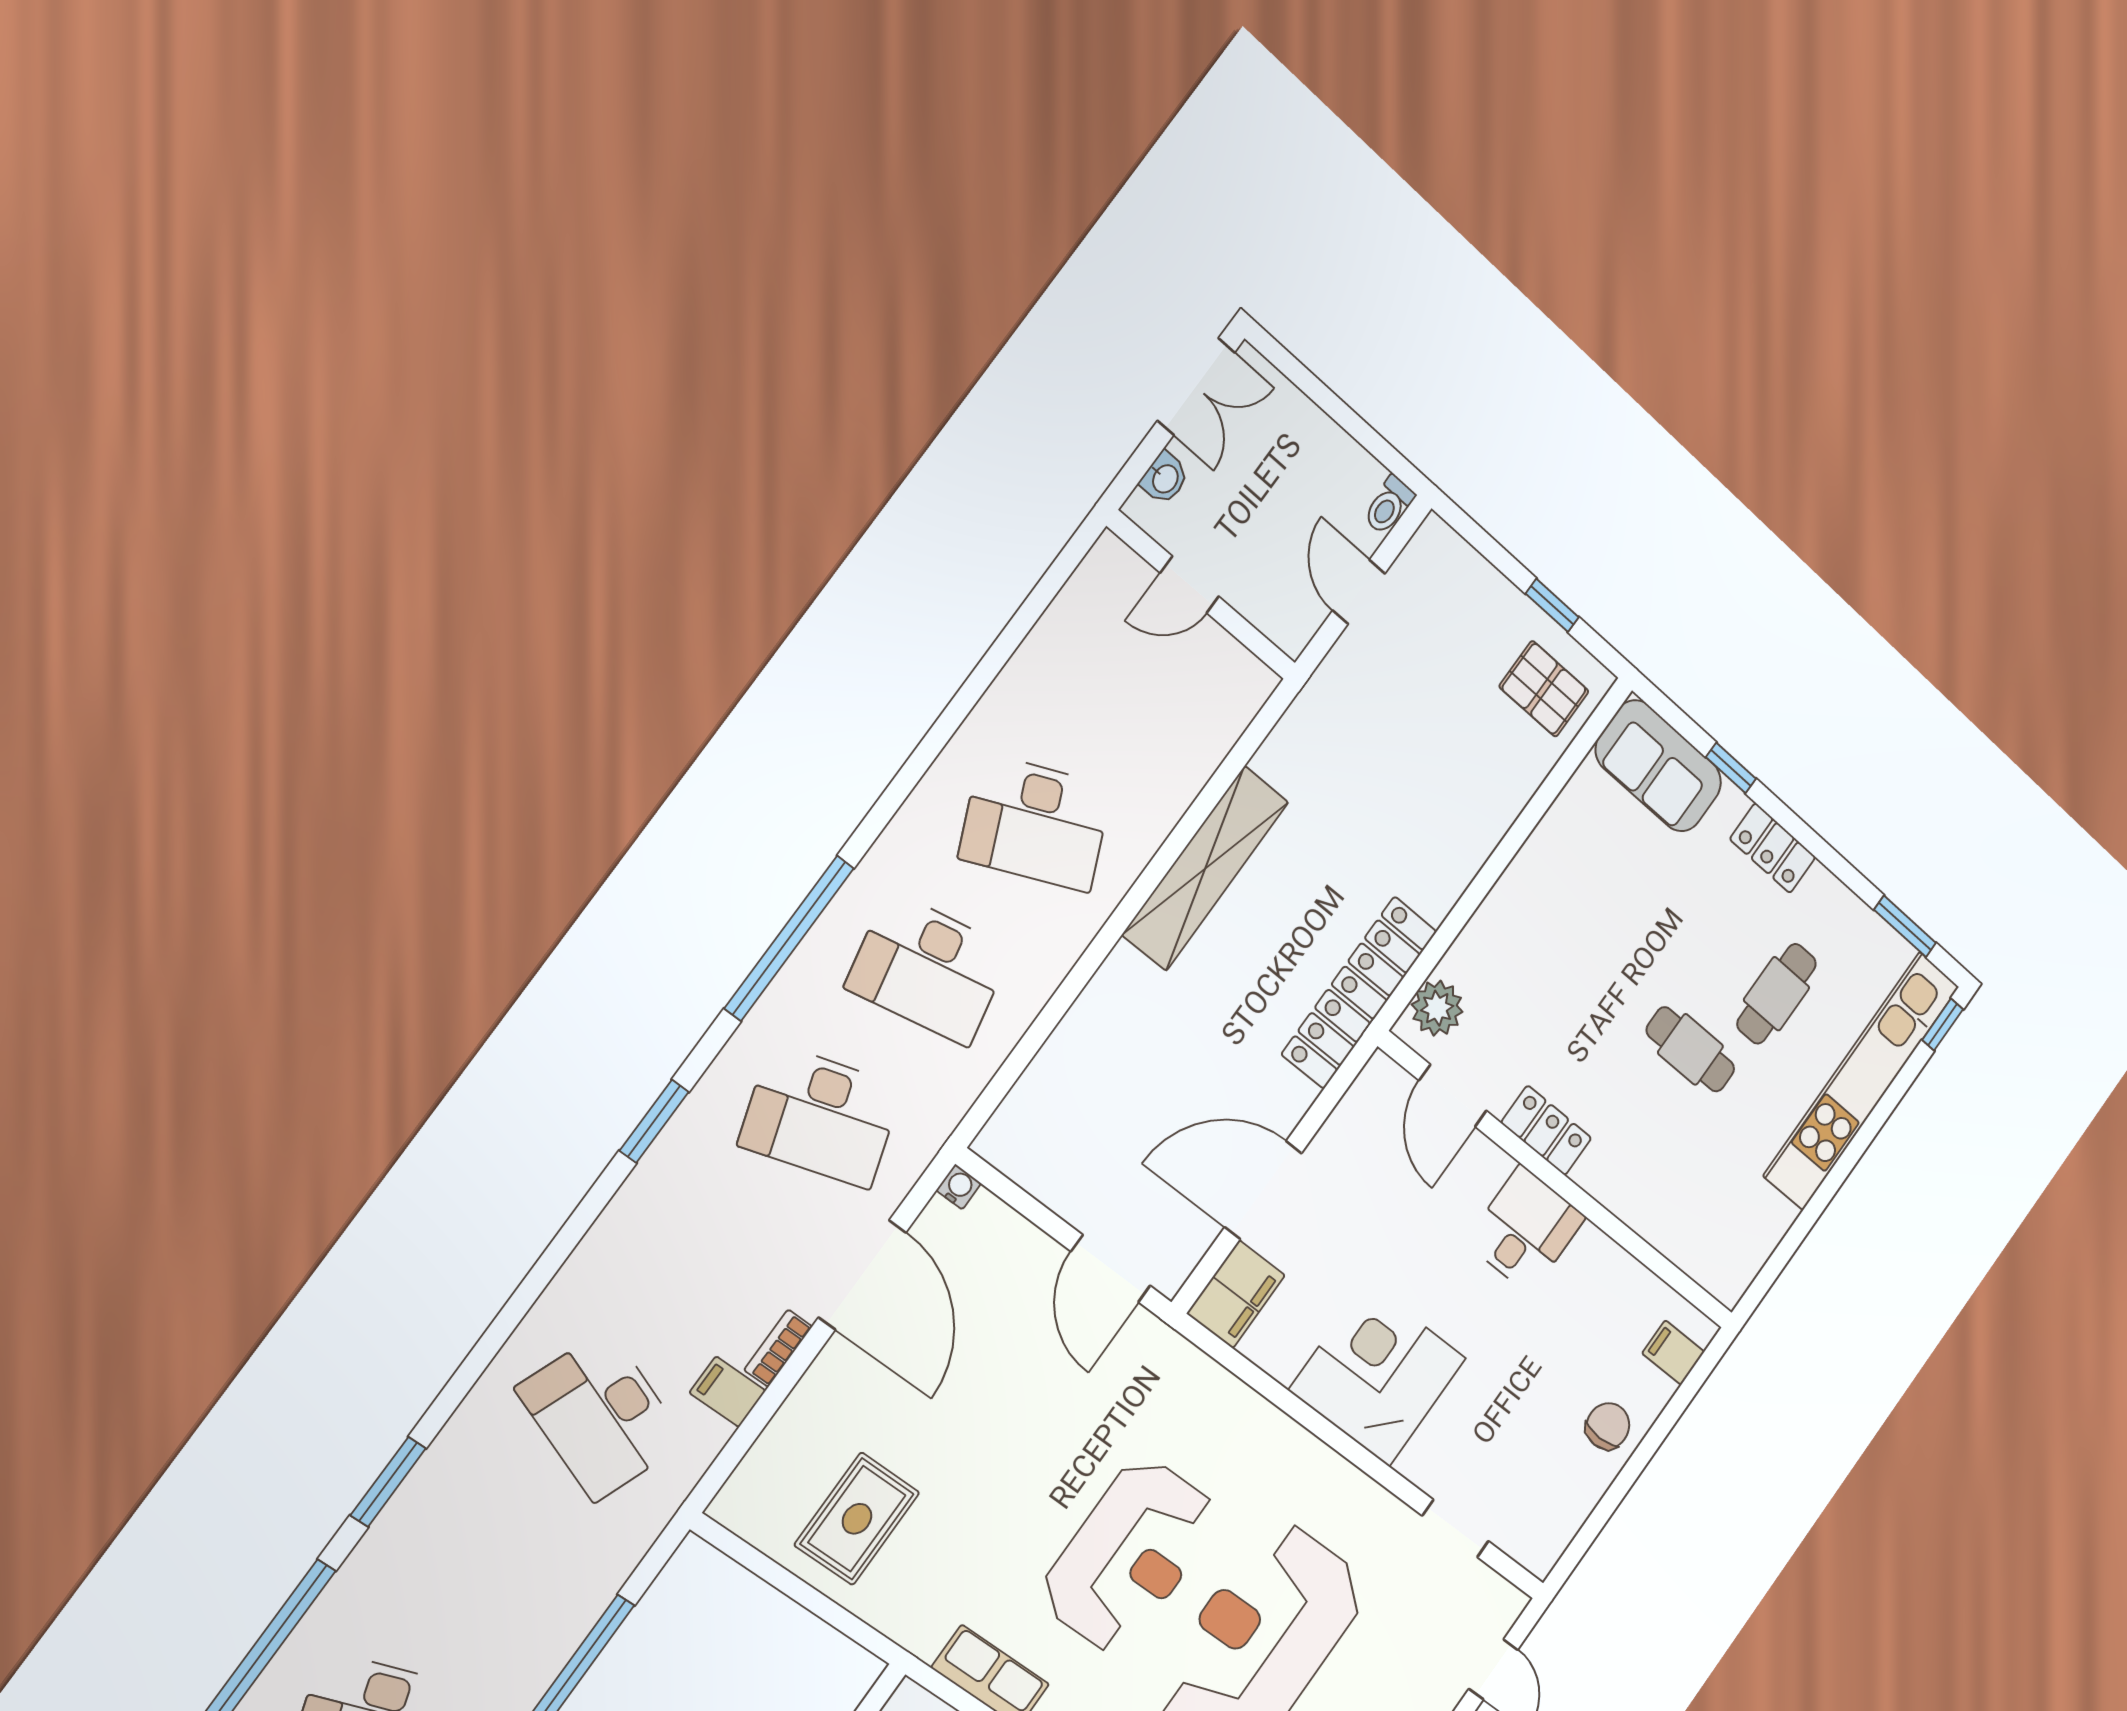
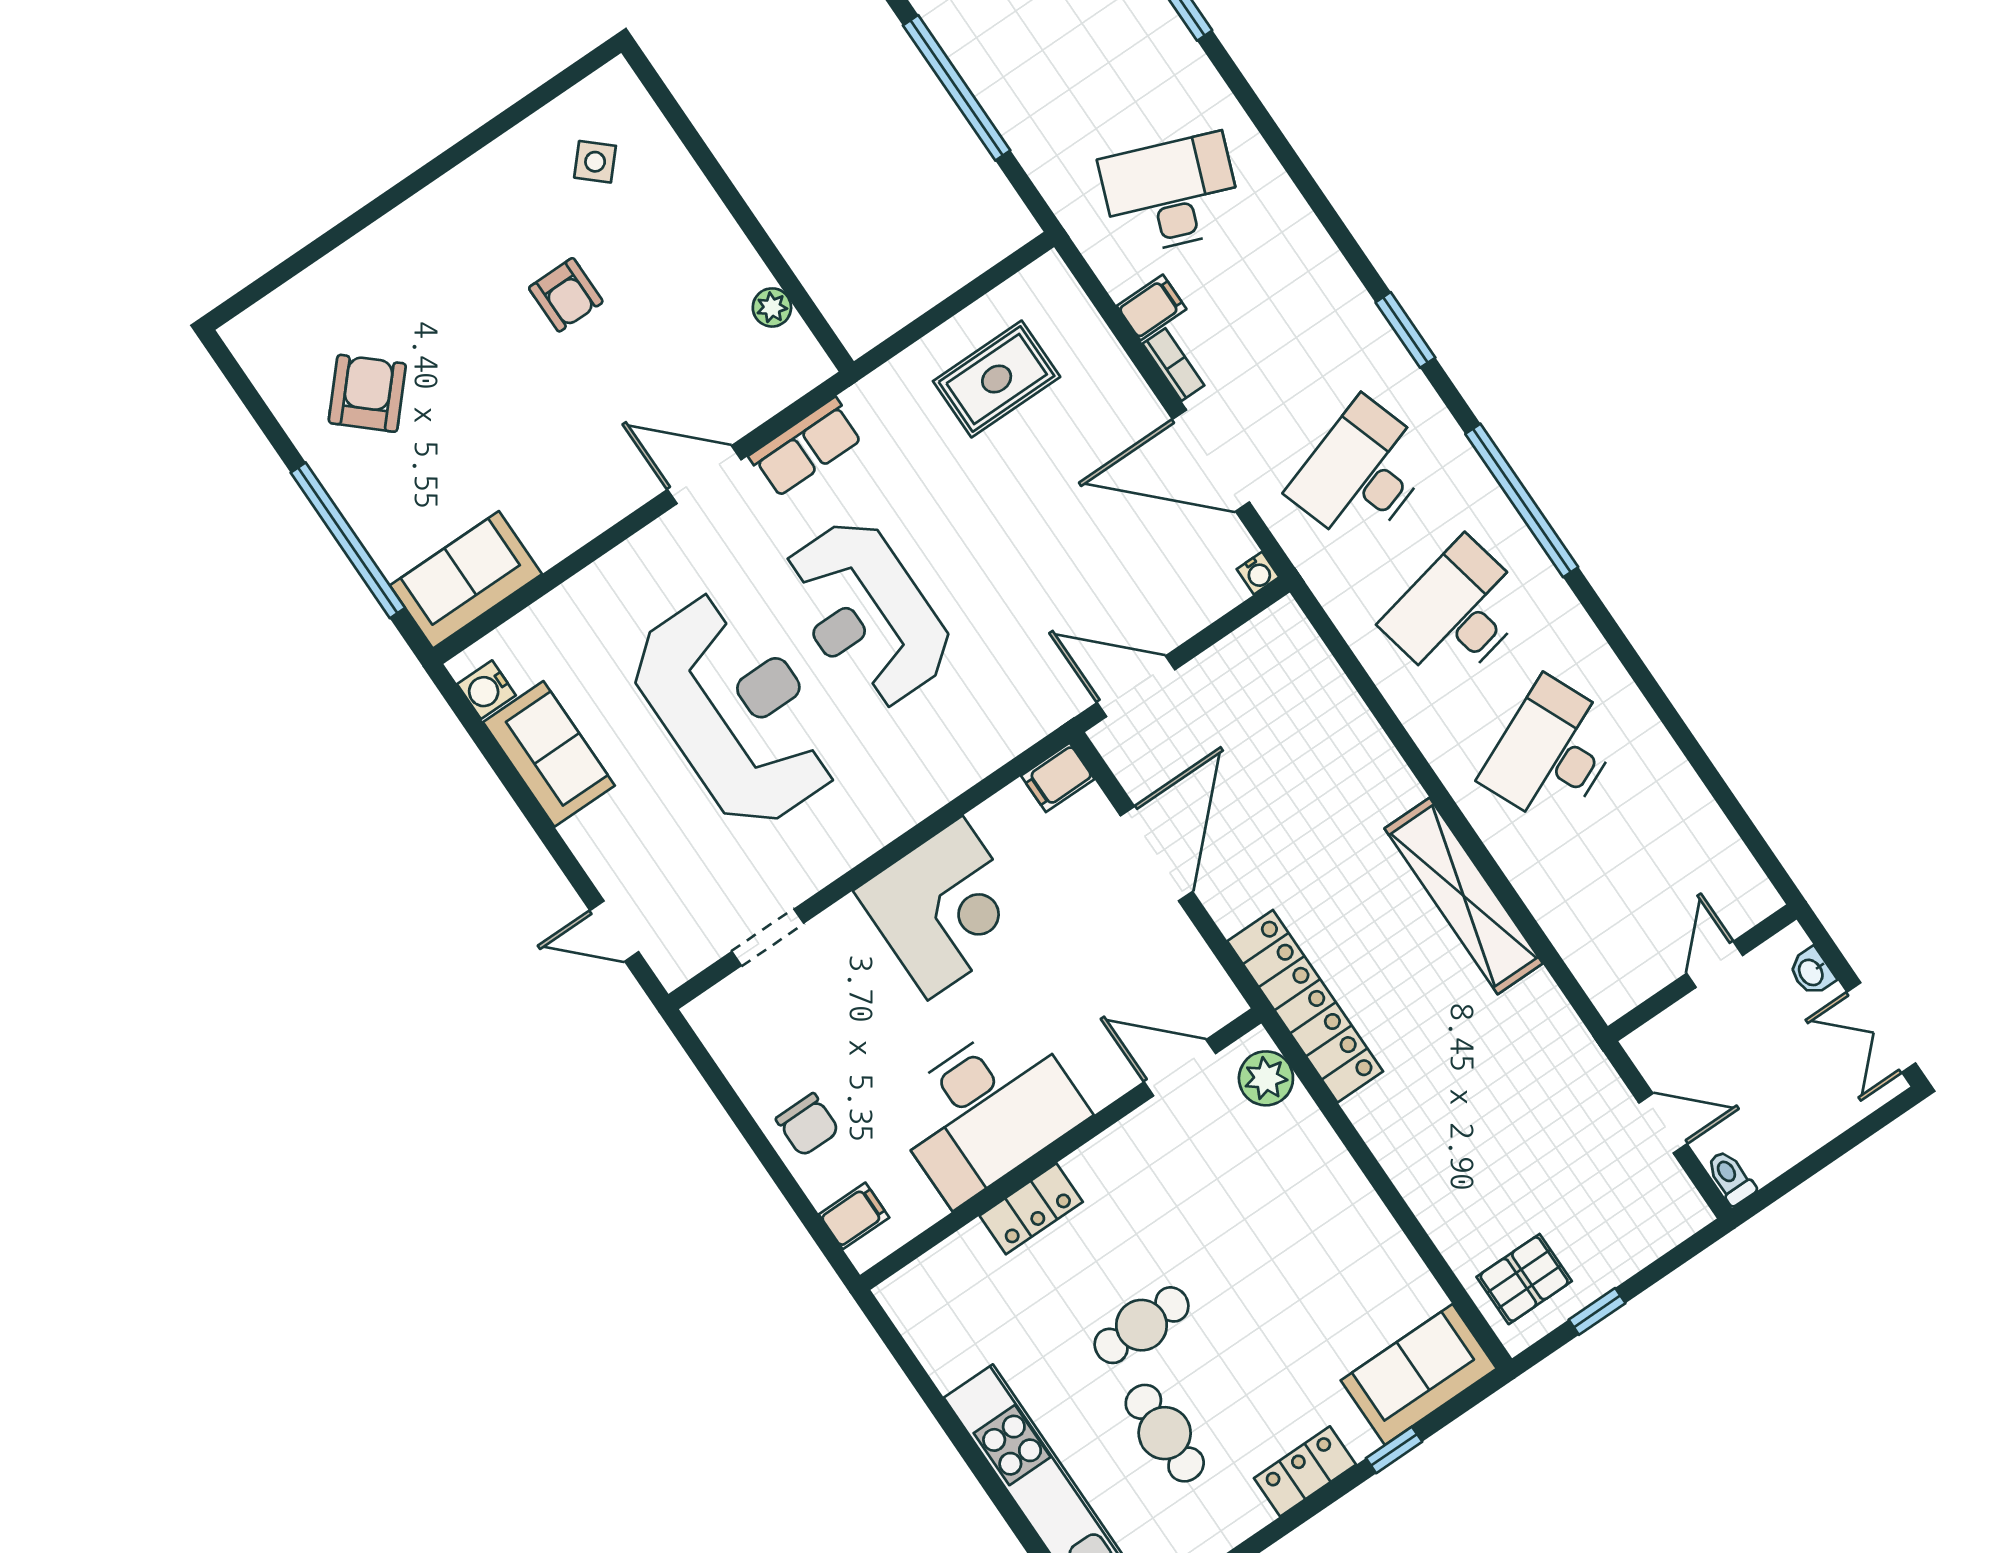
locker: (1546, 1130) -> (1031, 1209), moved
desk: (1525, 1230) -> (987, 1111), width x1.87, depth x1.30
filing cabinet: (1236, 1294) -> (1058, 777), width x0.50
rug: (857, 1519) -> (997, 379), turned 90

